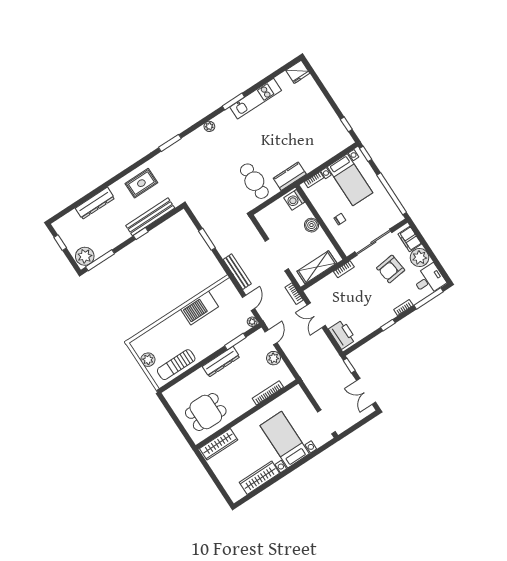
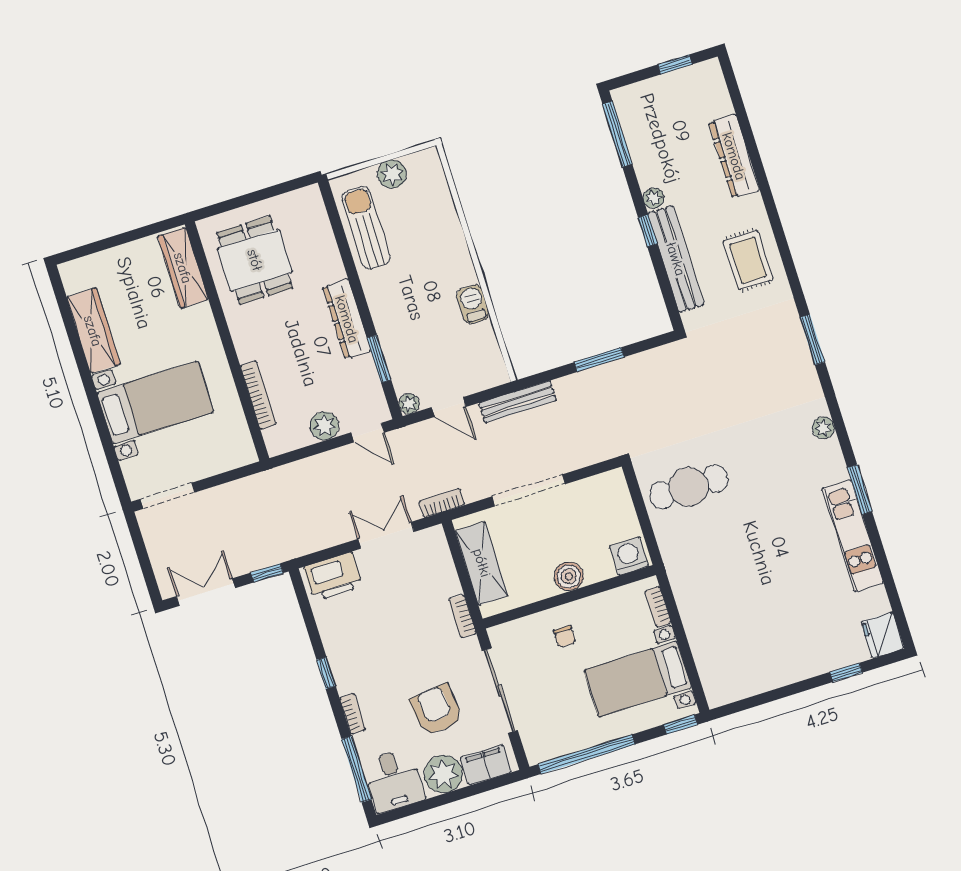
window: (346, 124) -> (846, 672), moved
kitchen counter: (290, 176) -> (678, 560), removed
plant: (85, 256) -> (654, 198), moved, width x0.53, depth x0.53
barbecue: (200, 308) -> (473, 304), width x0.53, depth x0.65

